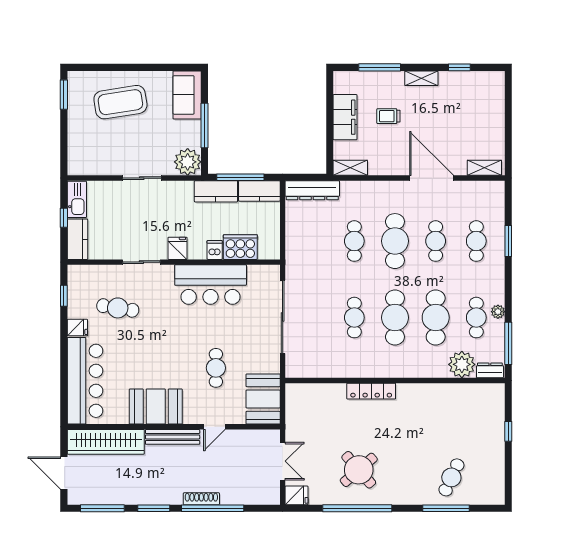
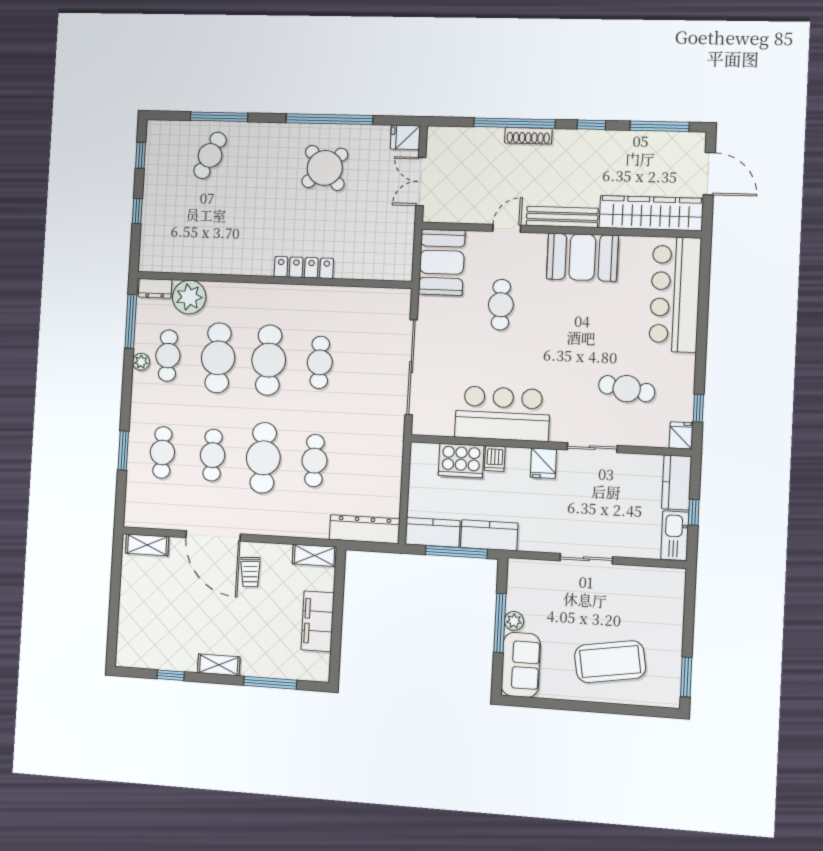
trolley: (388, 116) -> (250, 572), moved, turned 87
plant: (188, 162) -> (514, 621), moved, width x0.53, depth x0.53
fridge: (77, 328) -> (681, 435), moved, turned 90
window: (508, 476) -> (141, 155), added
window: (154, 508) -> (591, 125), width x0.67

